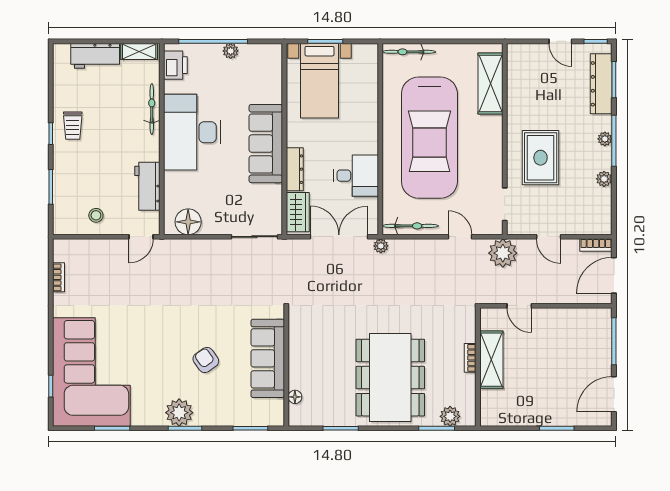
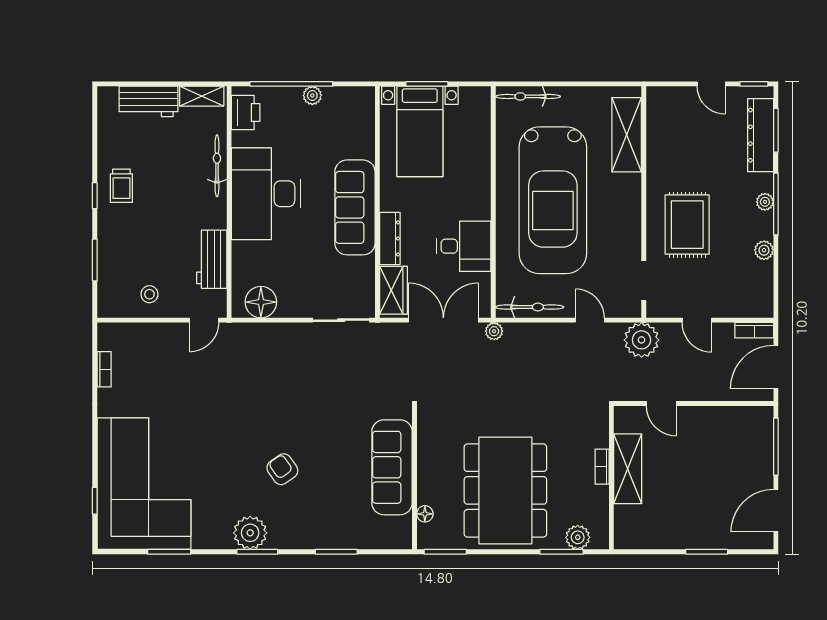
sofa: (268, 358) -> (392, 467), moved
wall: (286, 367) -> (414, 478), moved
floor lamp: (295, 397) -> (425, 514), moved

